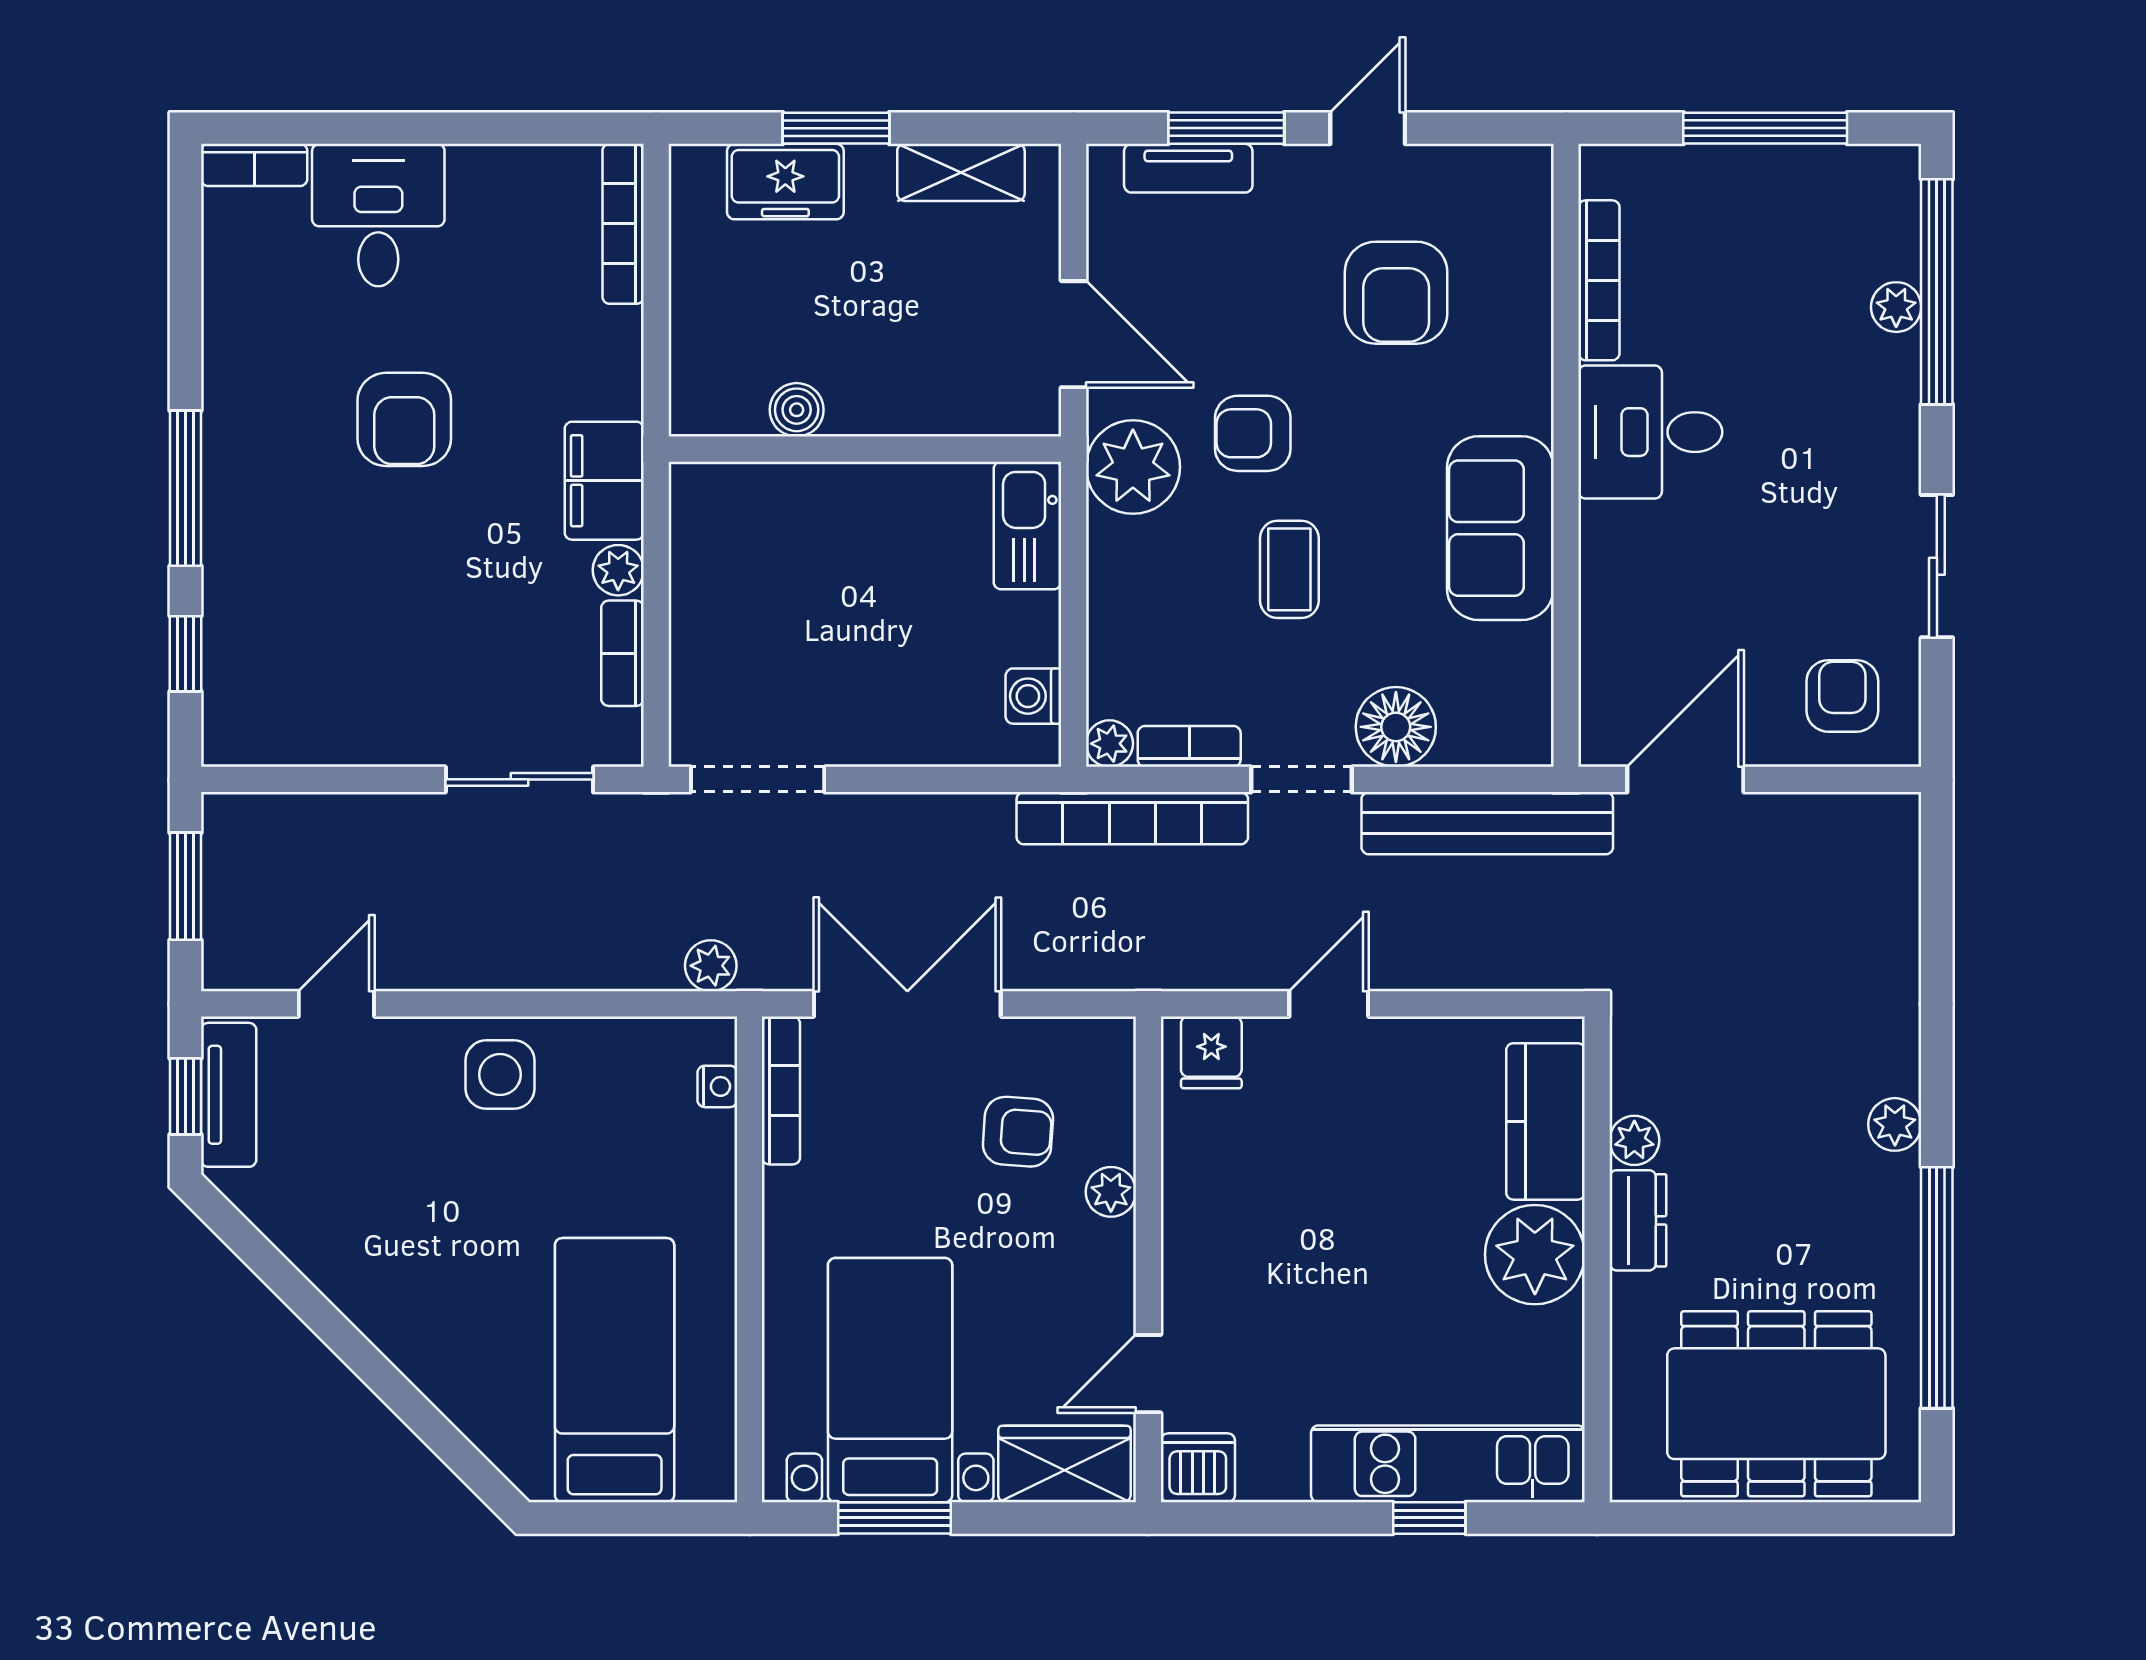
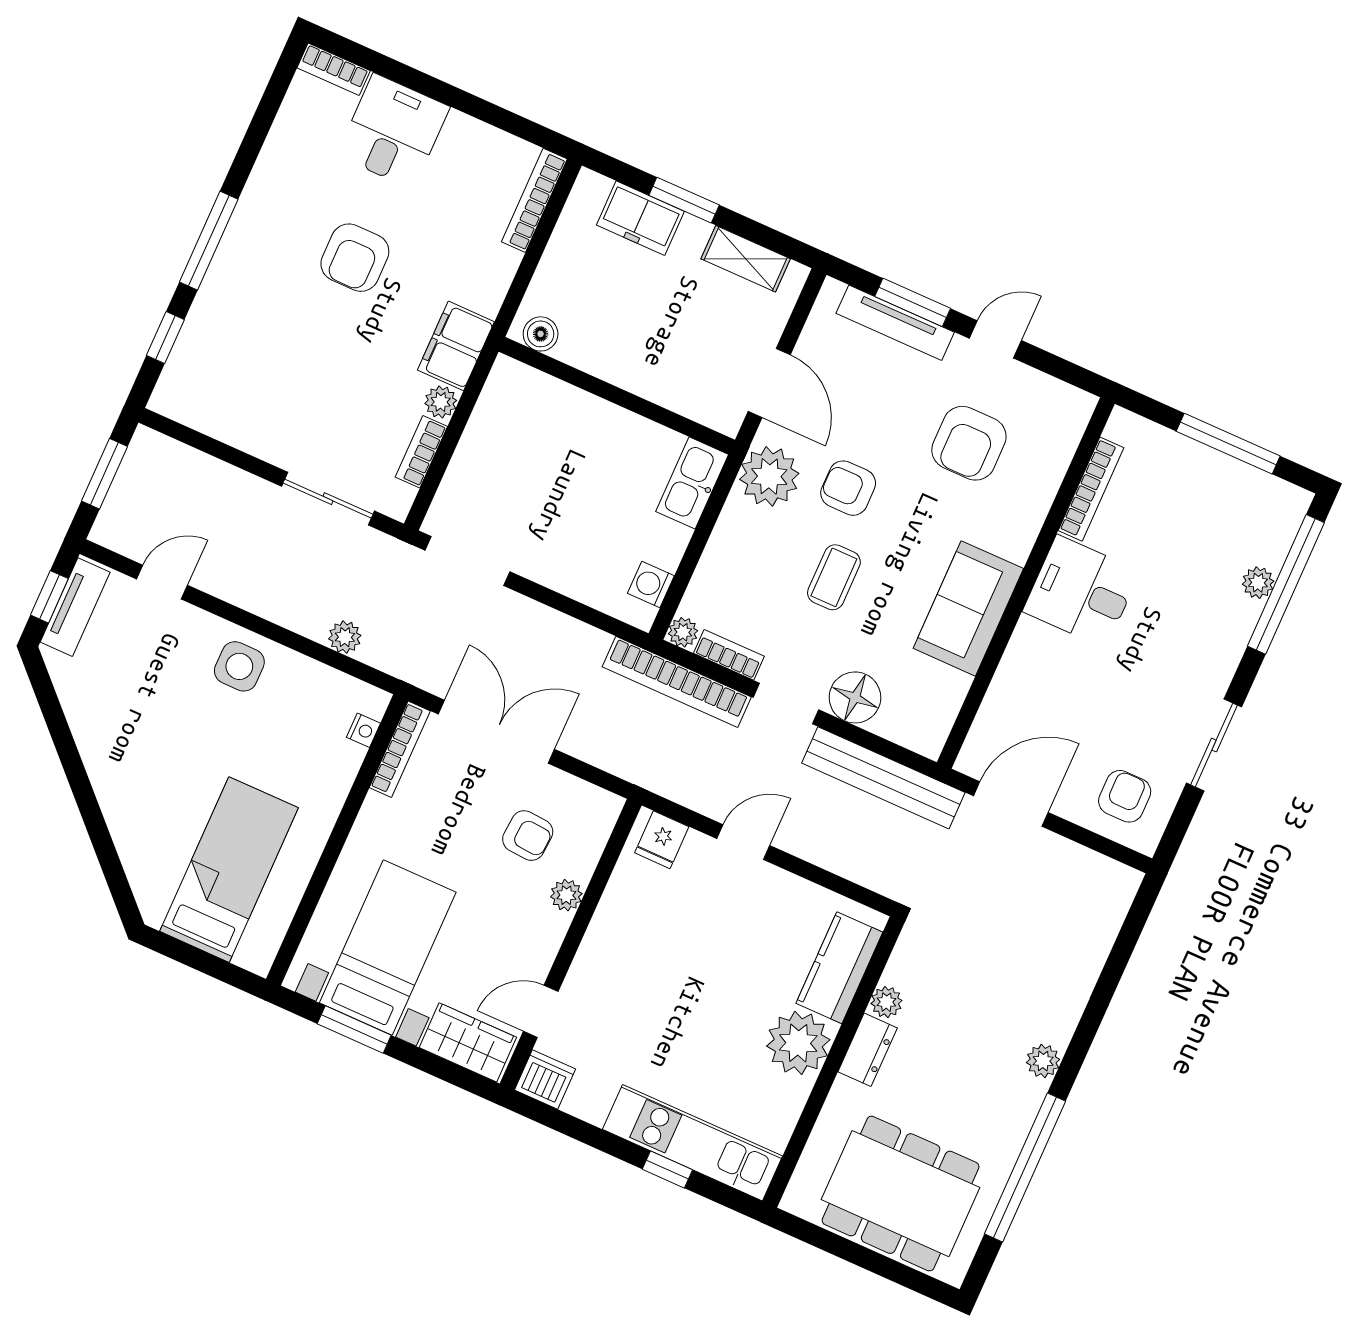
tv unit: (1188, 168) -> (895, 323), width x1.41
boiler: (797, 410) -> (541, 334), moved
plant: (711, 966) -> (345, 637), moved

